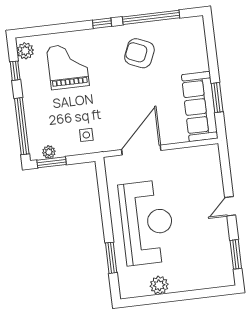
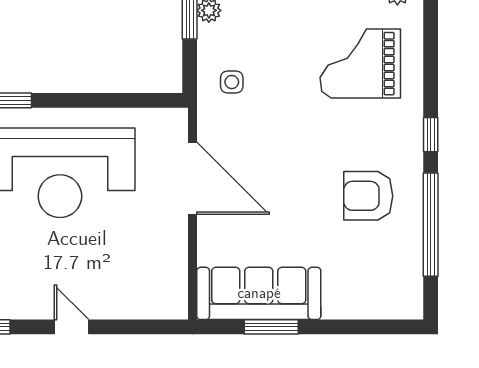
armchair: (139, 53) -> (368, 196), turned -113
grand piano: (68, 66) -> (360, 64), turned 180

